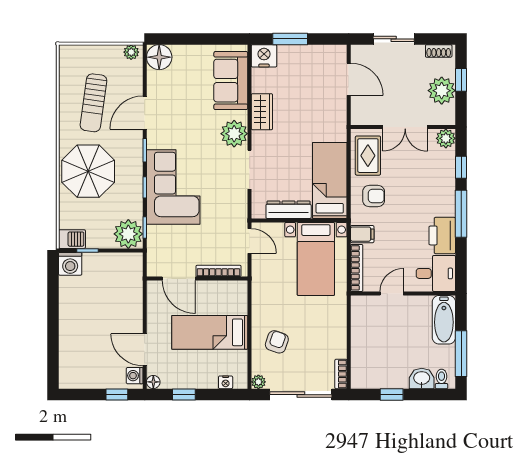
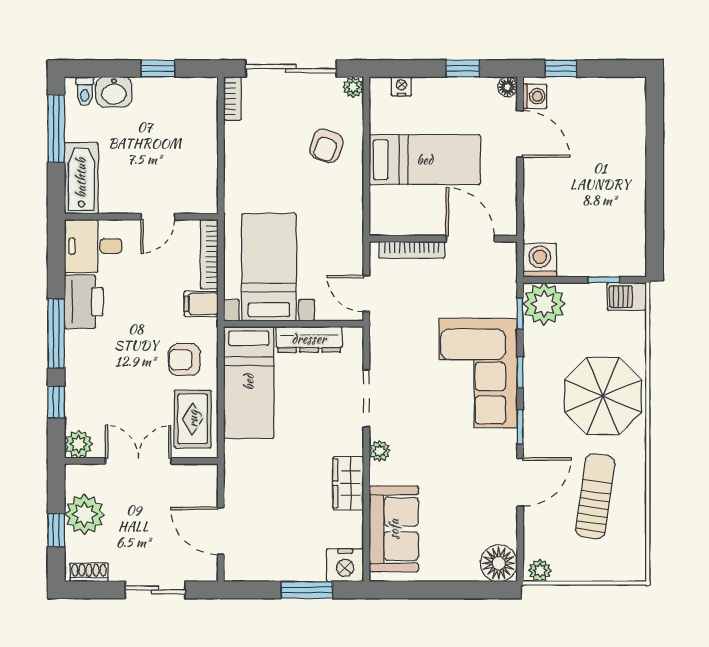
plant: (234, 134) -> (380, 451), width x0.53, depth x0.53
washing machine: (70, 264) -> (540, 260), moved

